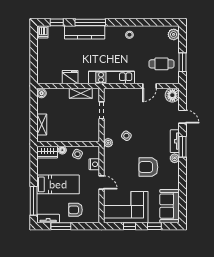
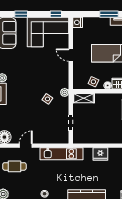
shelving: (81, 93) -> (84, 98), moved
nightstand: (94, 164) -> (78, 22), moved
armchair: (148, 167) -> (27, 70), removed
armchair: (76, 210) -> (95, 29), removed
window: (129, 226) -> (56, 14), moved

